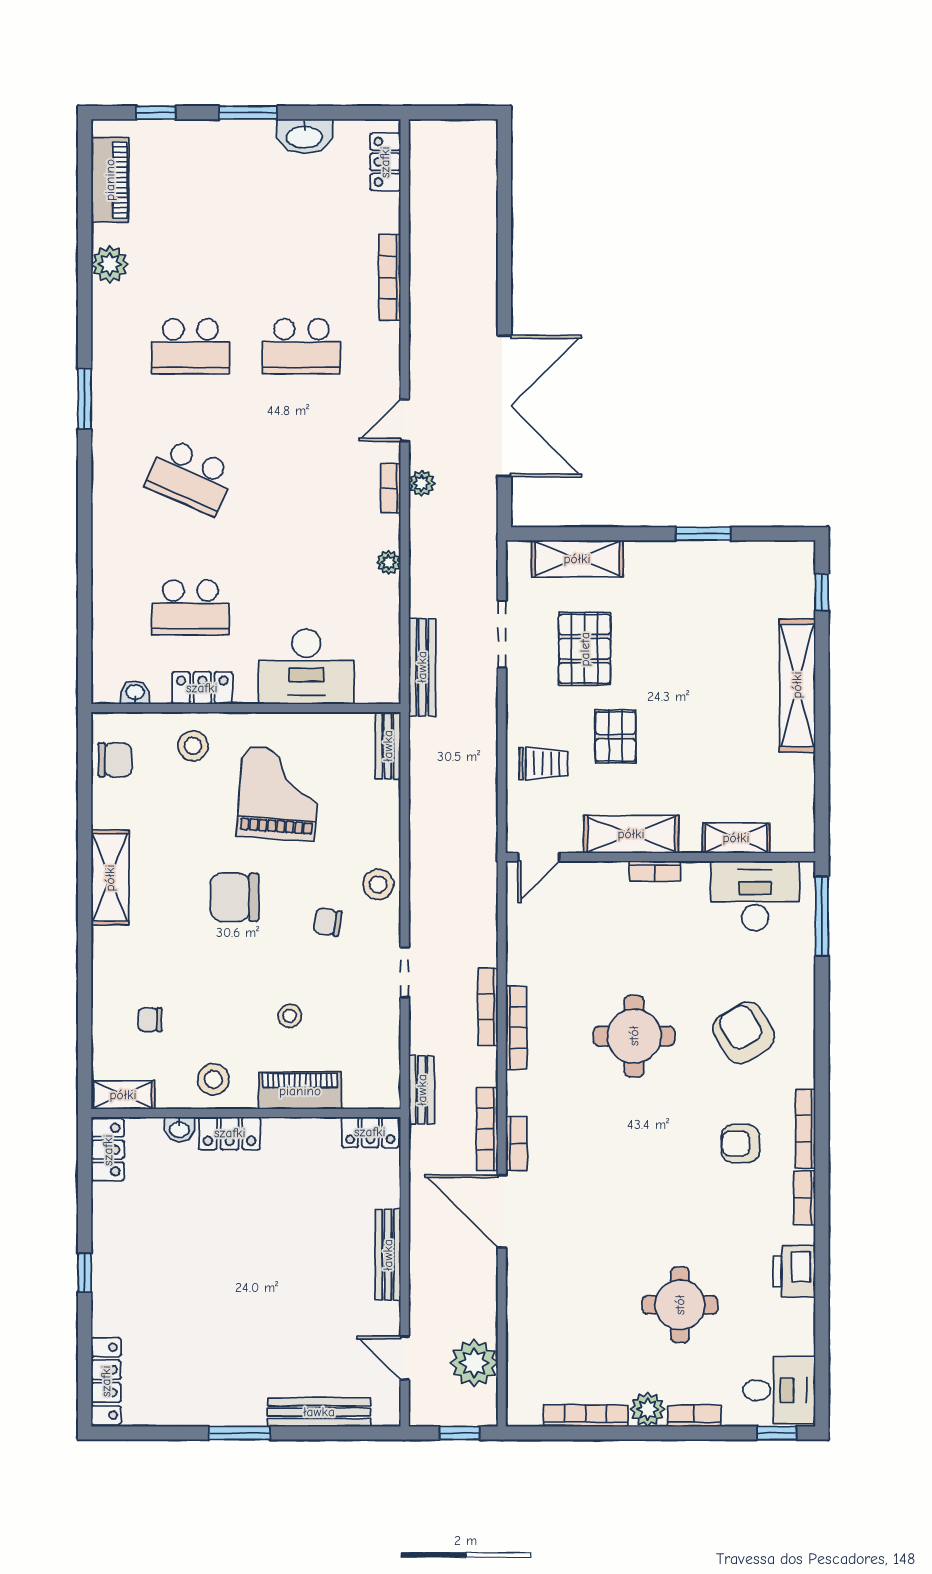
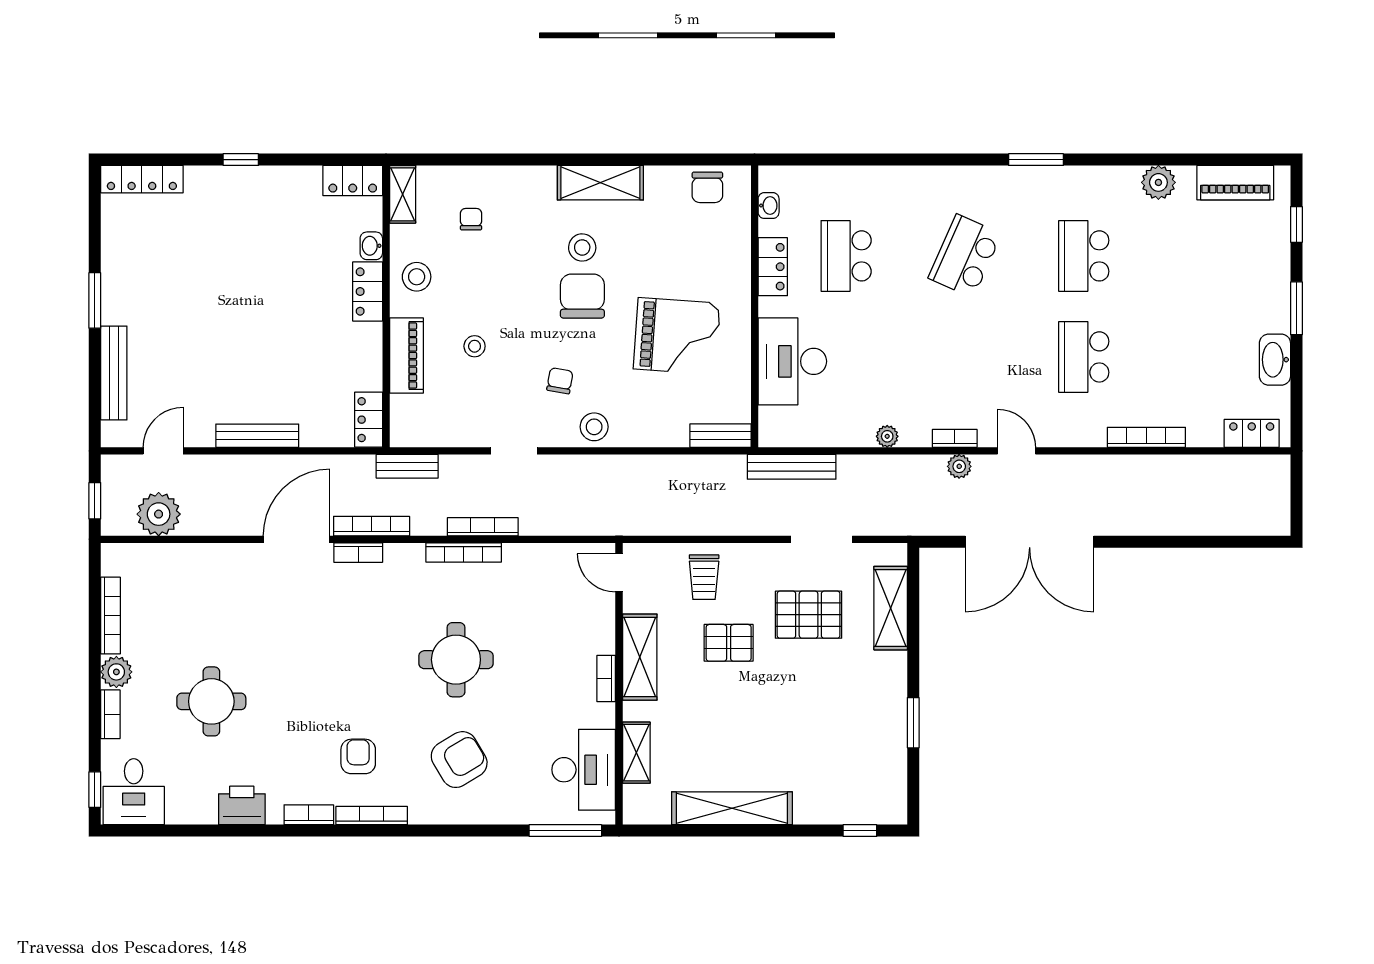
shelving: (797, 685) -> (732, 808), moved
stool: (193, 746) -> (582, 247), moved

